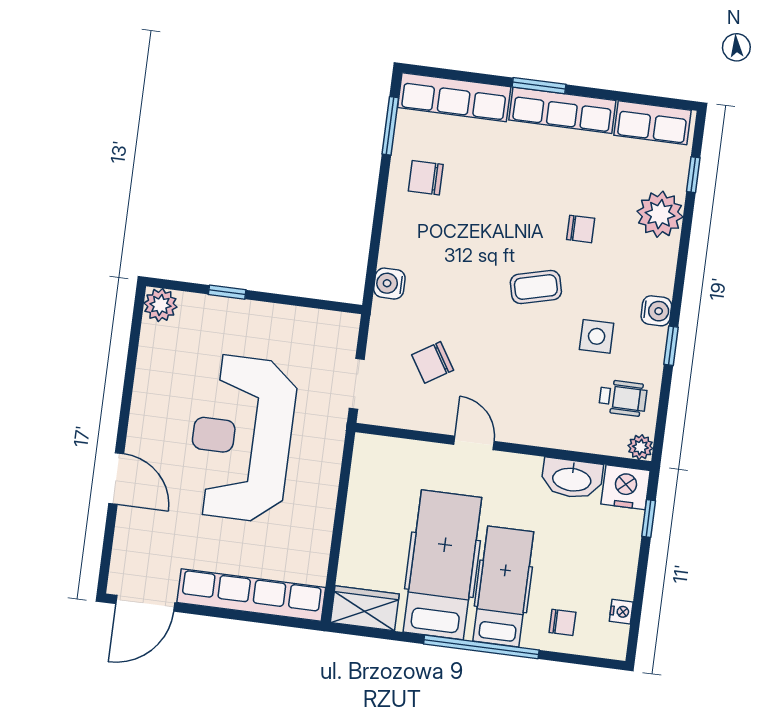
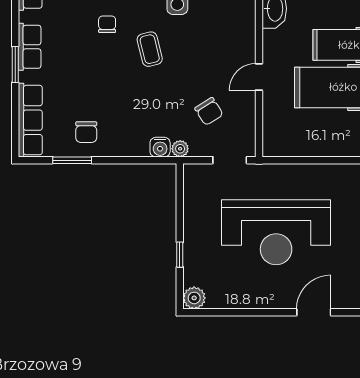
row of seats: (562, 110) -> (30, 47), width x0.68
window: (390, 126) -> (72, 160), moved
plant: (383, 313) -> (180, 149), added

